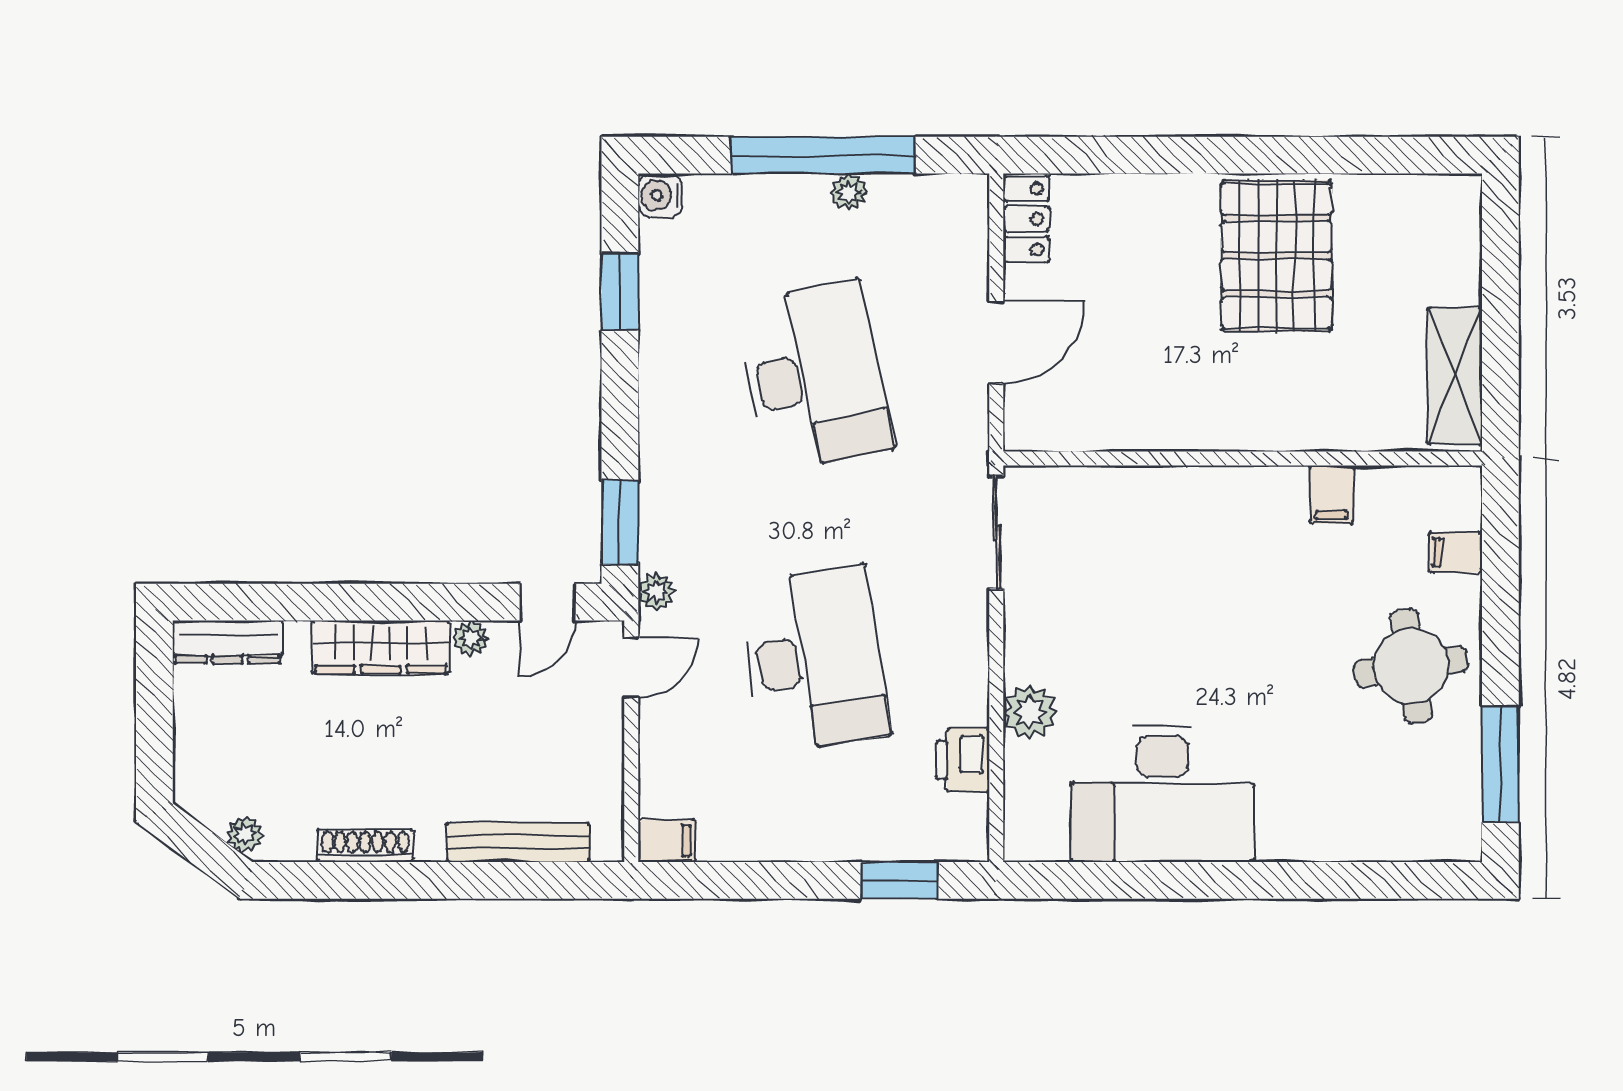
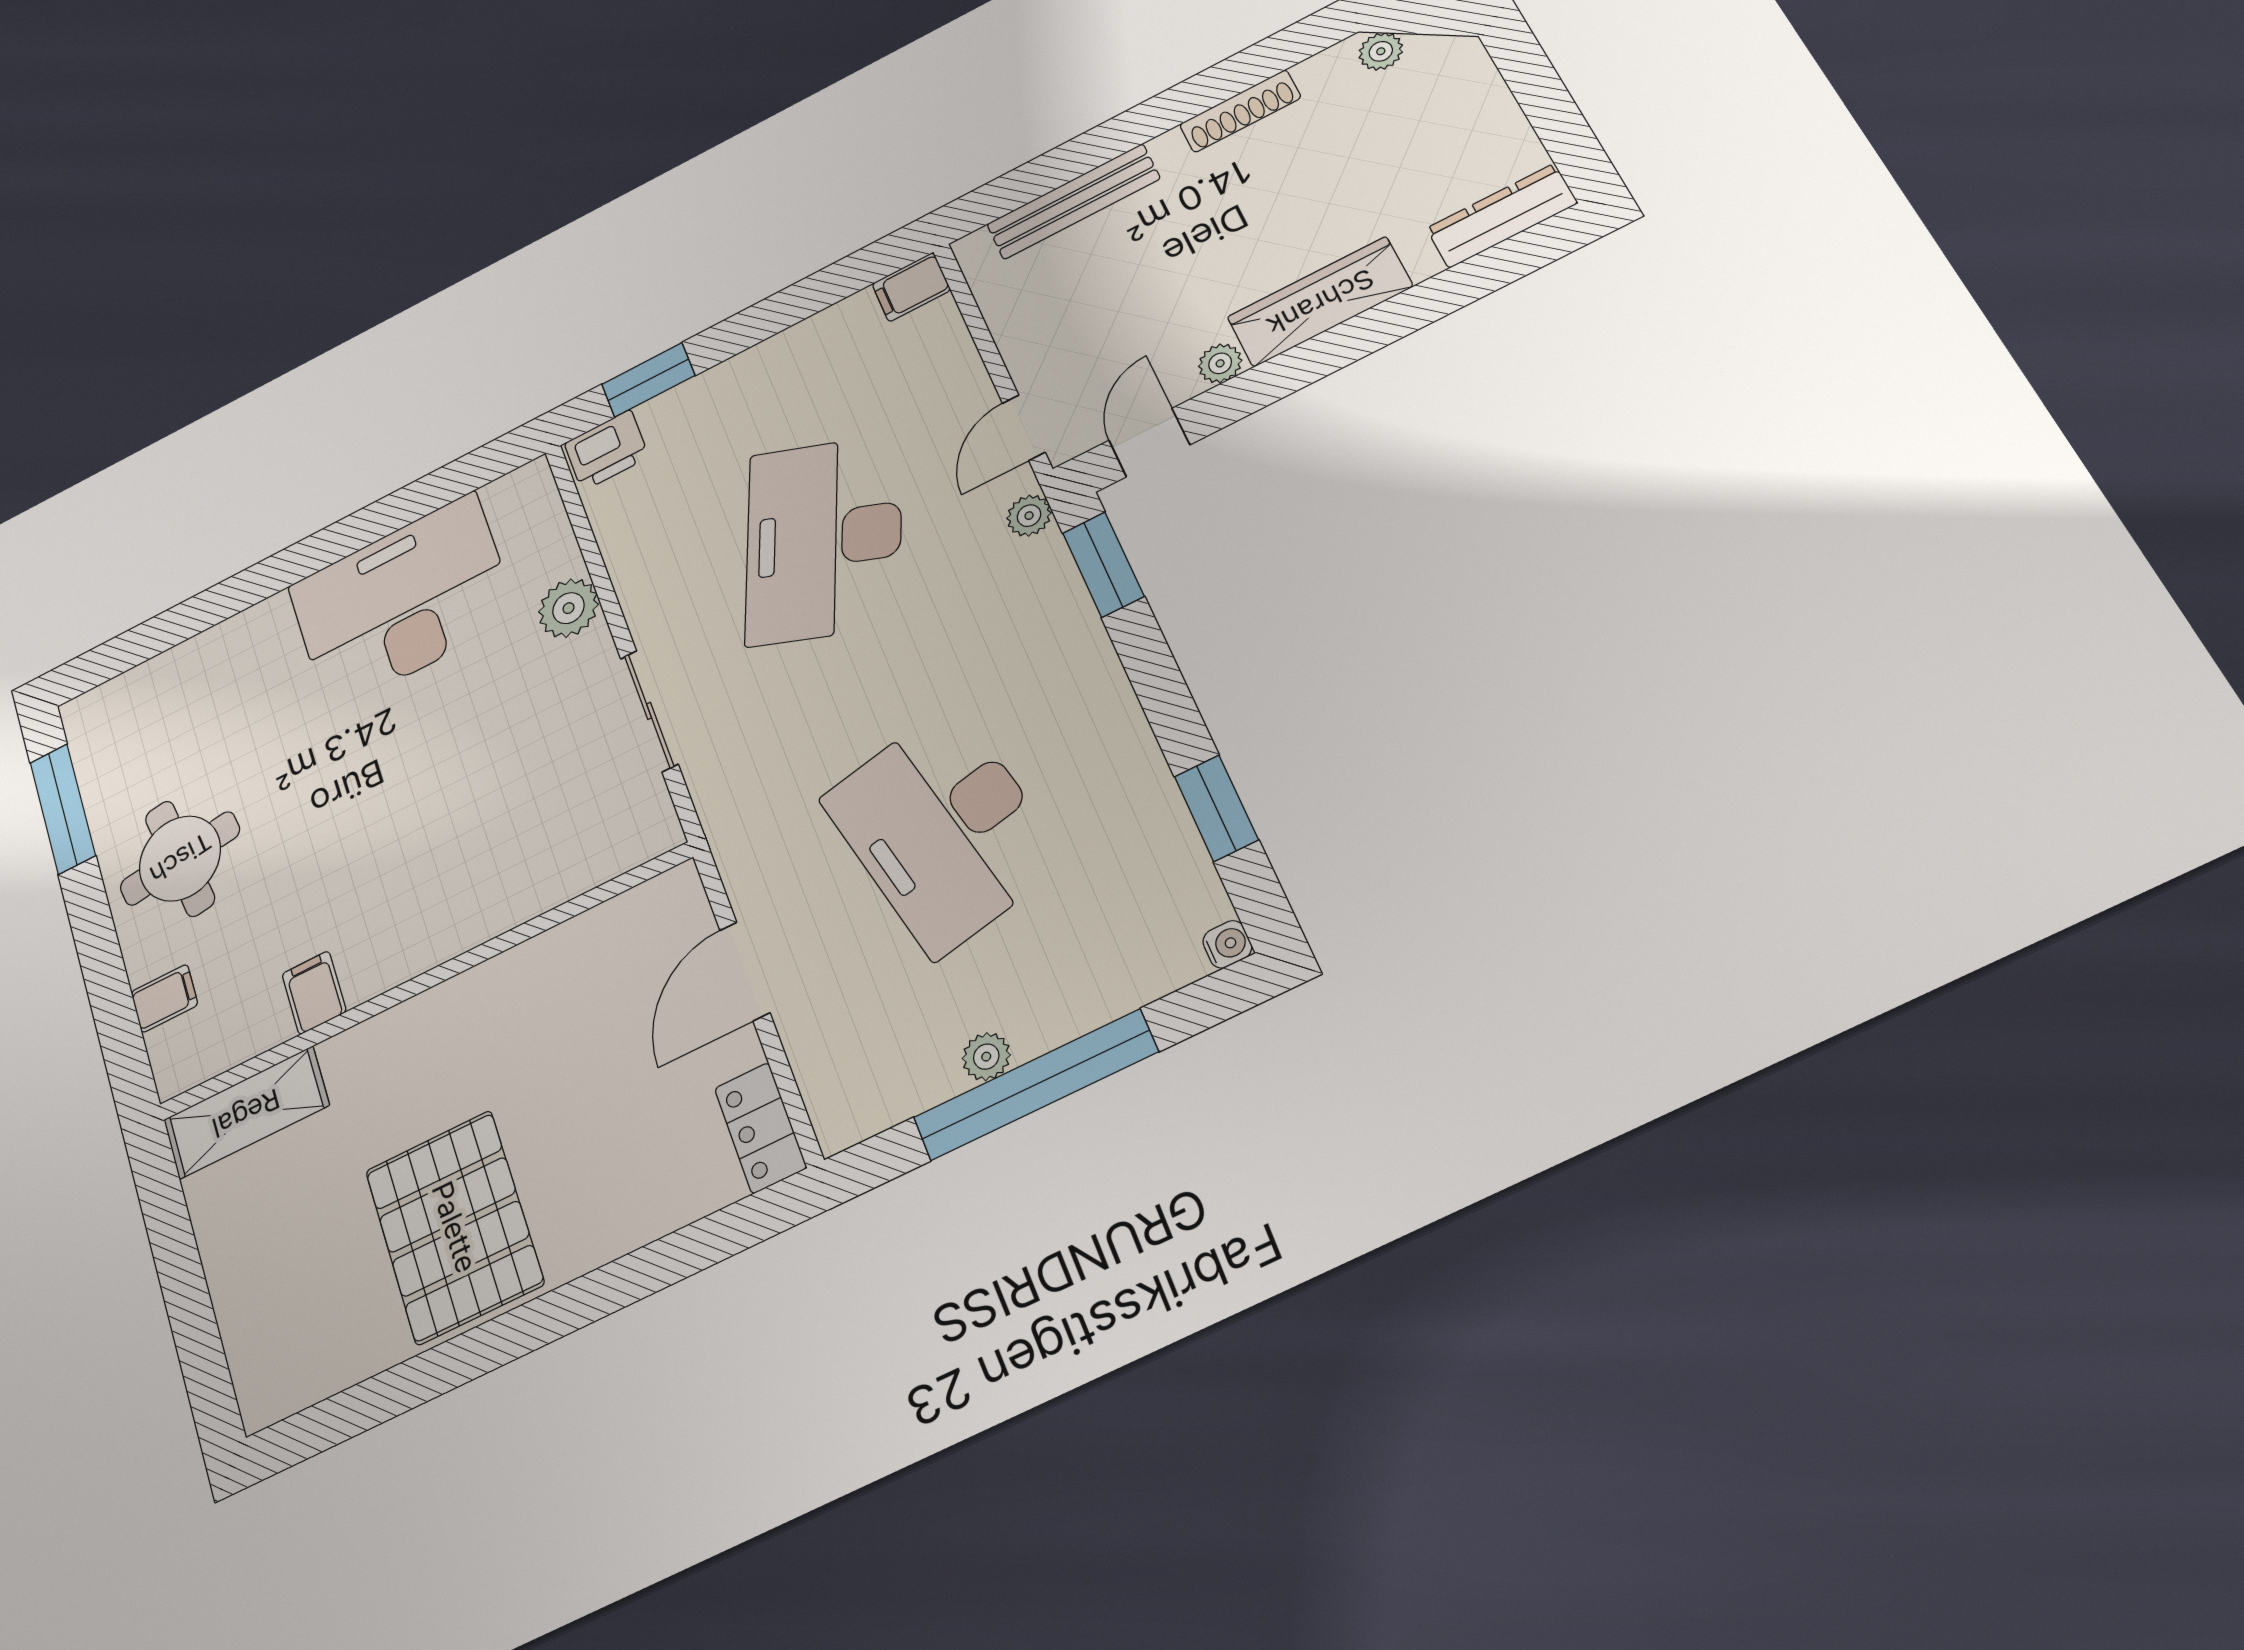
water cooler: (660, 195) -> (1227, 944), width x0.72, depth x0.72
shelving: (1455, 376) -> (246, 1113), moved, turned 90
sliding door: (996, 532) -> (649, 711), moved
desk: (814, 659) -> (824, 539), turned 30
printer: (963, 760) -> (606, 450), moved, turned 90

